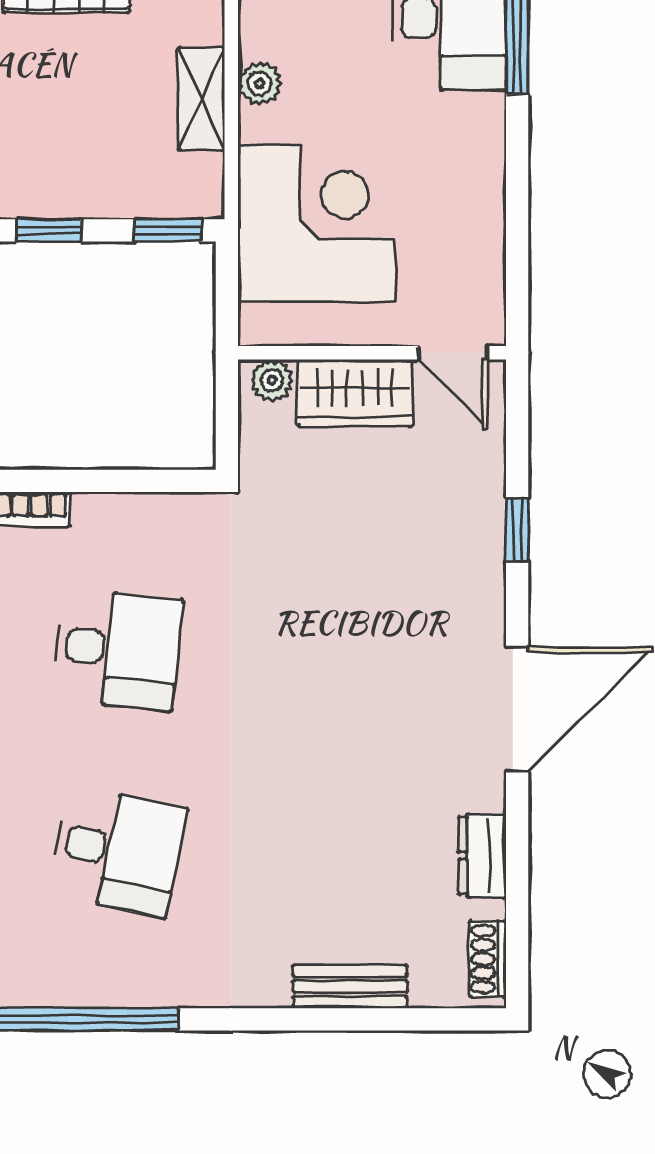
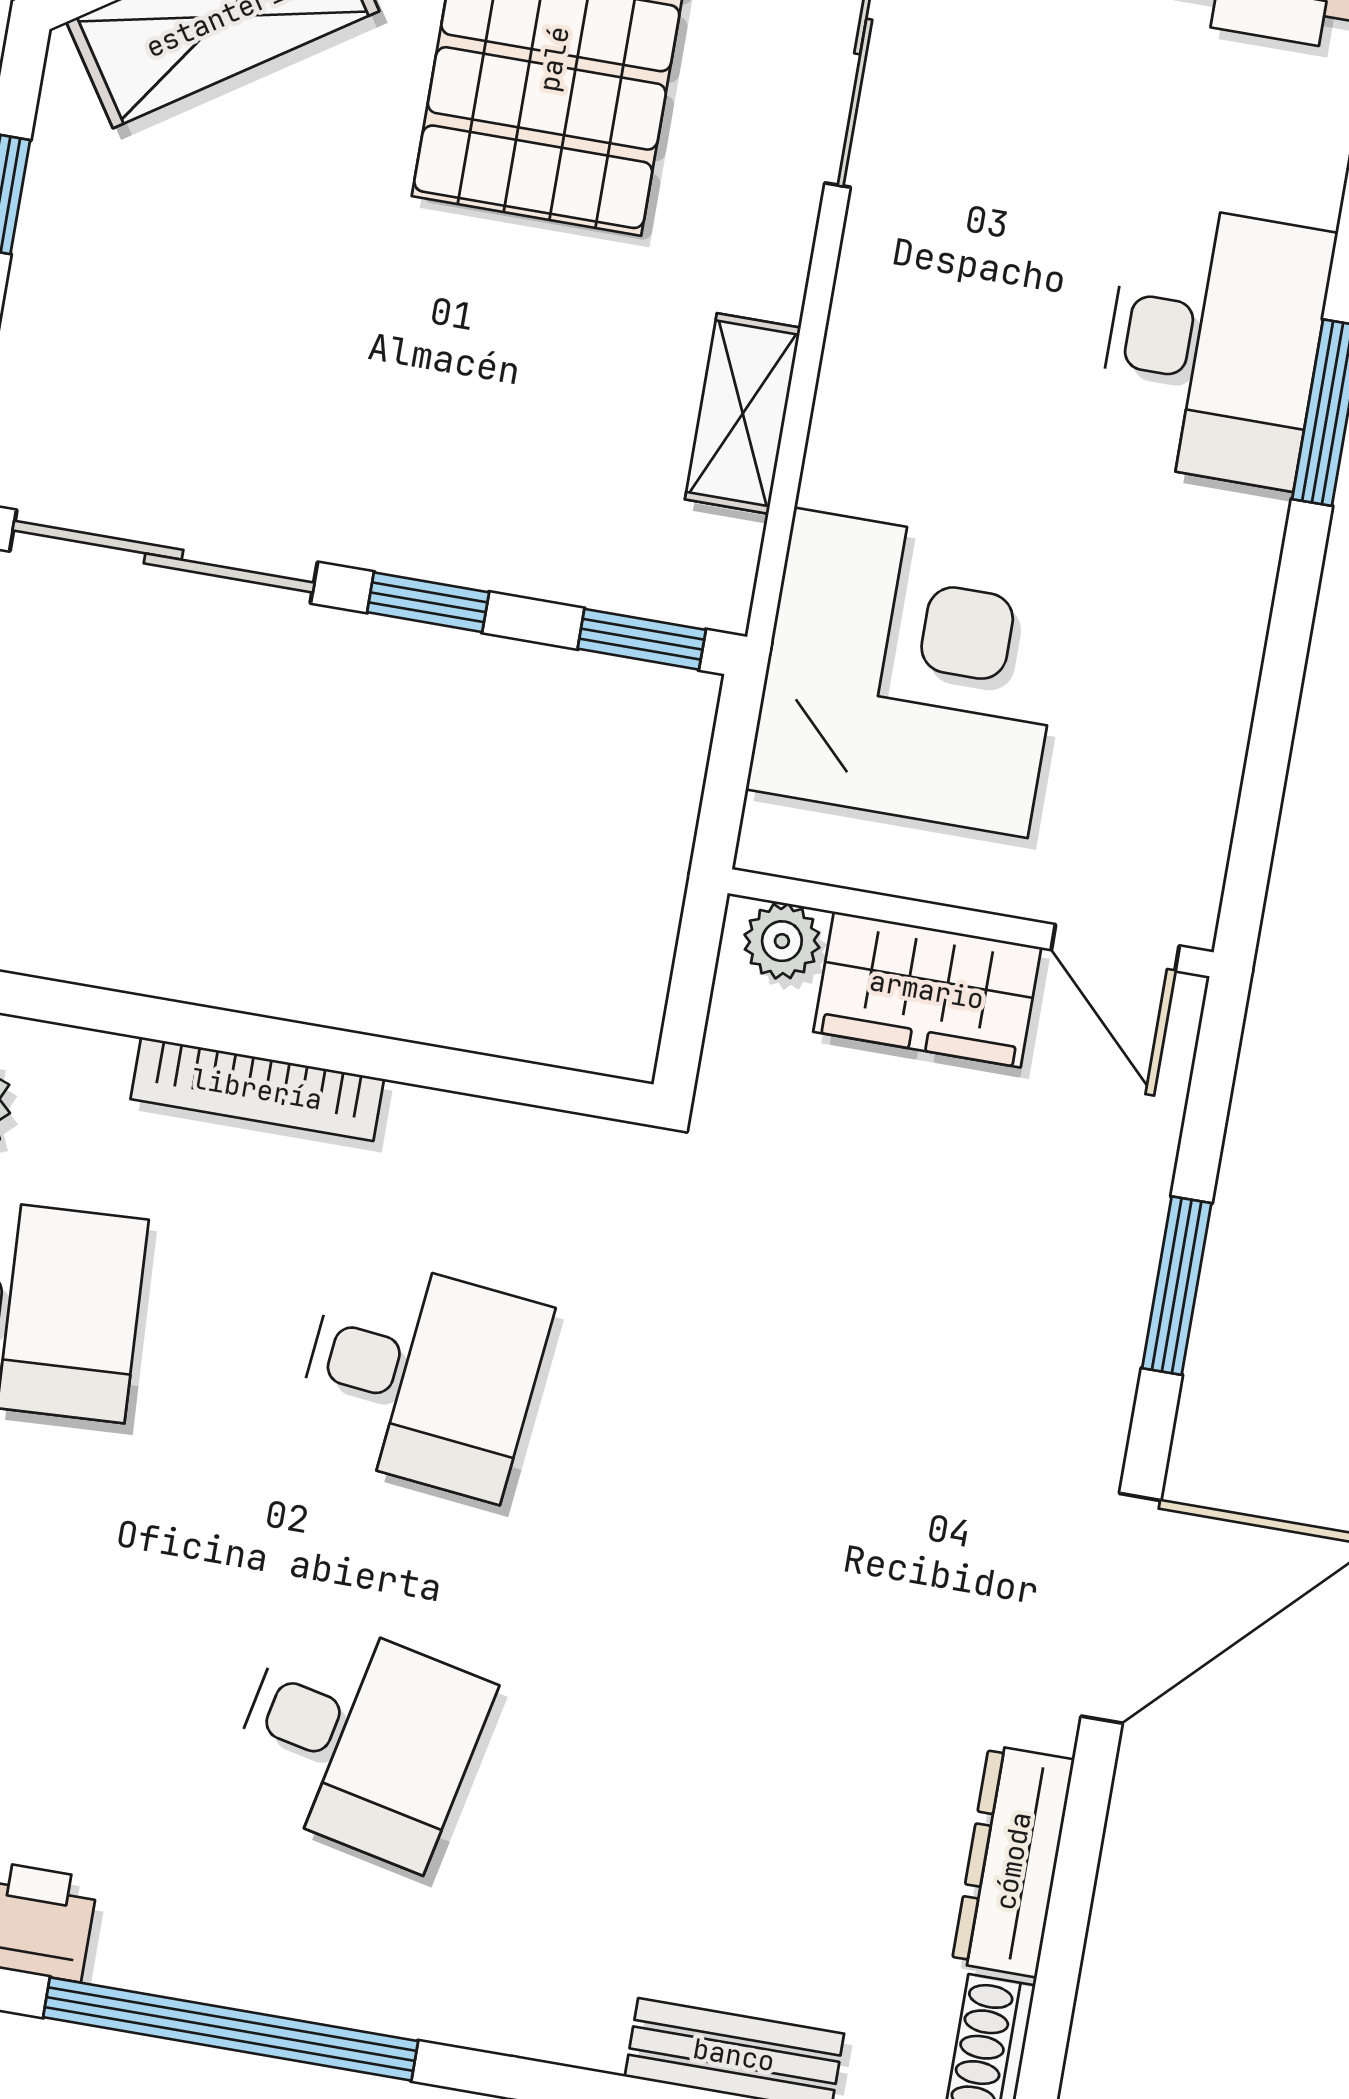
plant: (260, 83) -> (852, 404), removed
window: (517, 530) -> (1177, 1286), width x1.50
dresser: (482, 856) -> (1013, 1861), width x1.44

